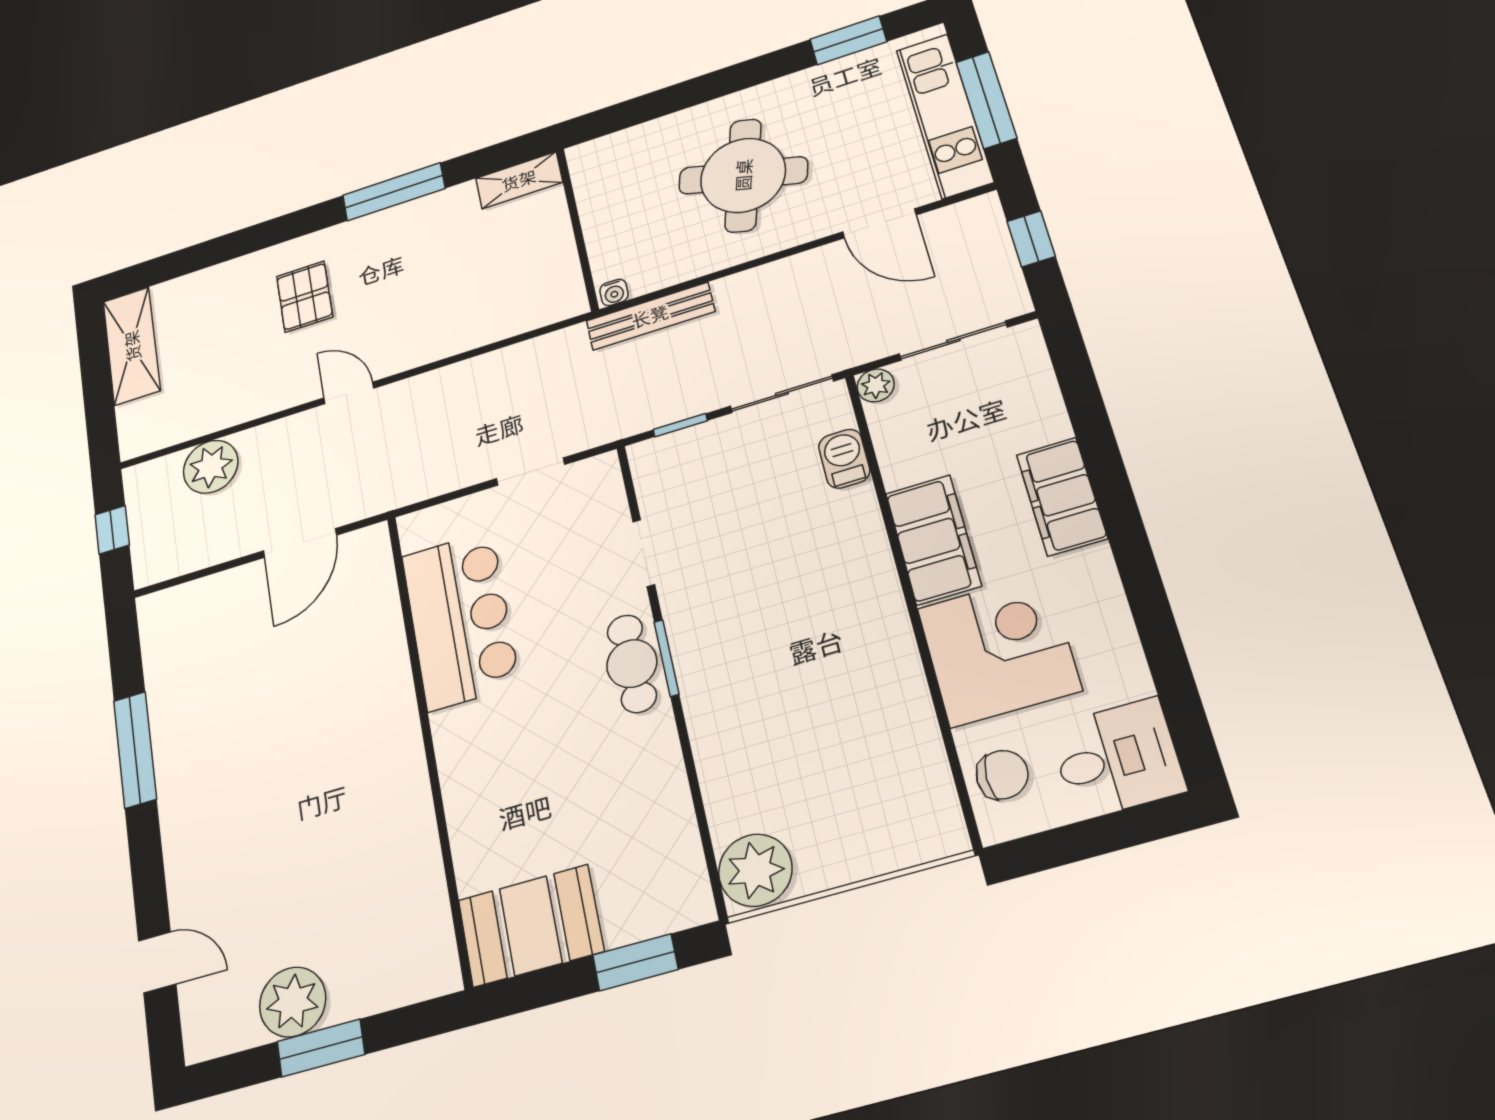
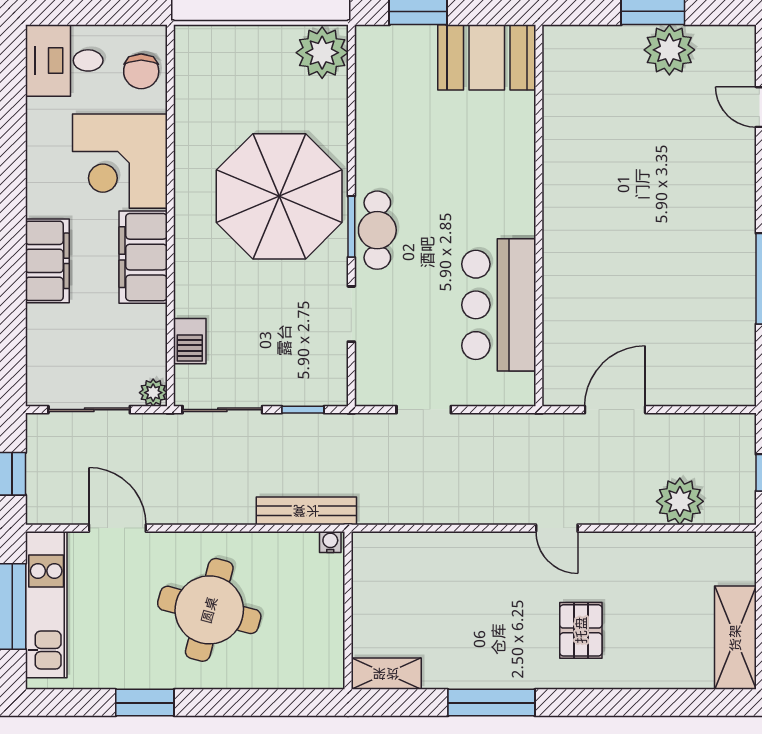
window: (848, 40) -> (145, 703), moved
parasol: (770, 668) -> (279, 196), added
chair: (1002, 775) -> (141, 71), turned -90

